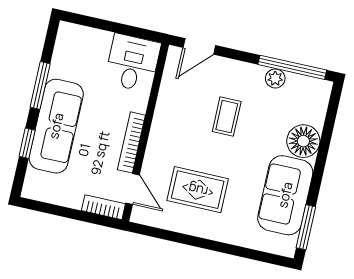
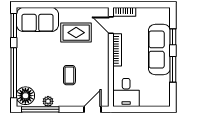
floor lamp: (303, 141) -> (25, 96), moved
window: (325, 143) -> (14, 73), added
sofa: (285, 195) -> (37, 20), moved, turned 90

